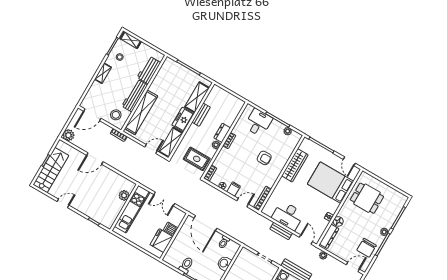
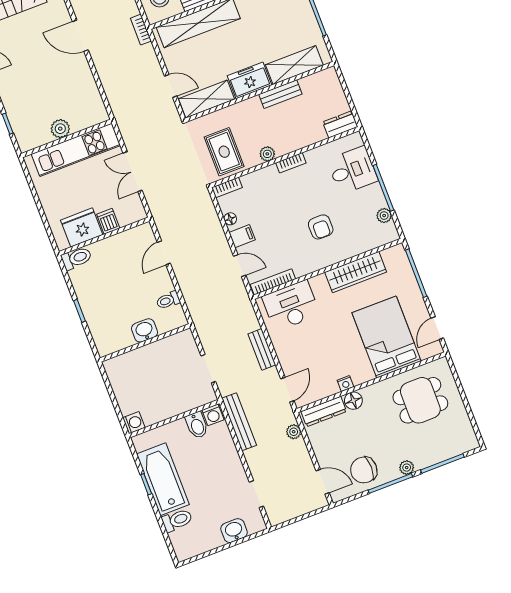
dresser: (222, 133) -> (340, 124), moved
plant: (124, 195) -> (60, 129), moved
dining table: (367, 198) -> (420, 400), turned 90
desk: (288, 216) -> (291, 306), moved, turned 90
door: (206, 223) -> (164, 253), width x0.53
toilet: (186, 265) -> (76, 258), moved

